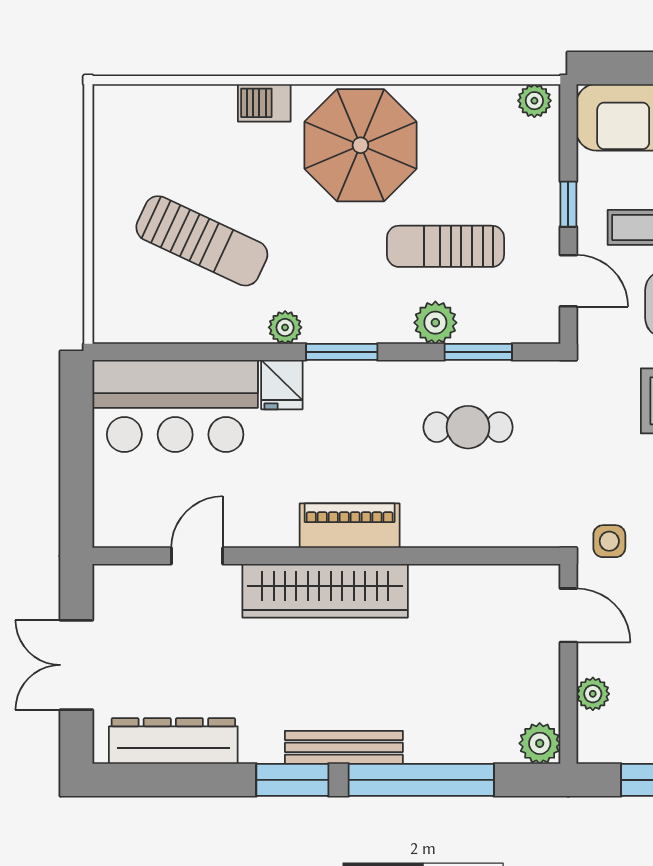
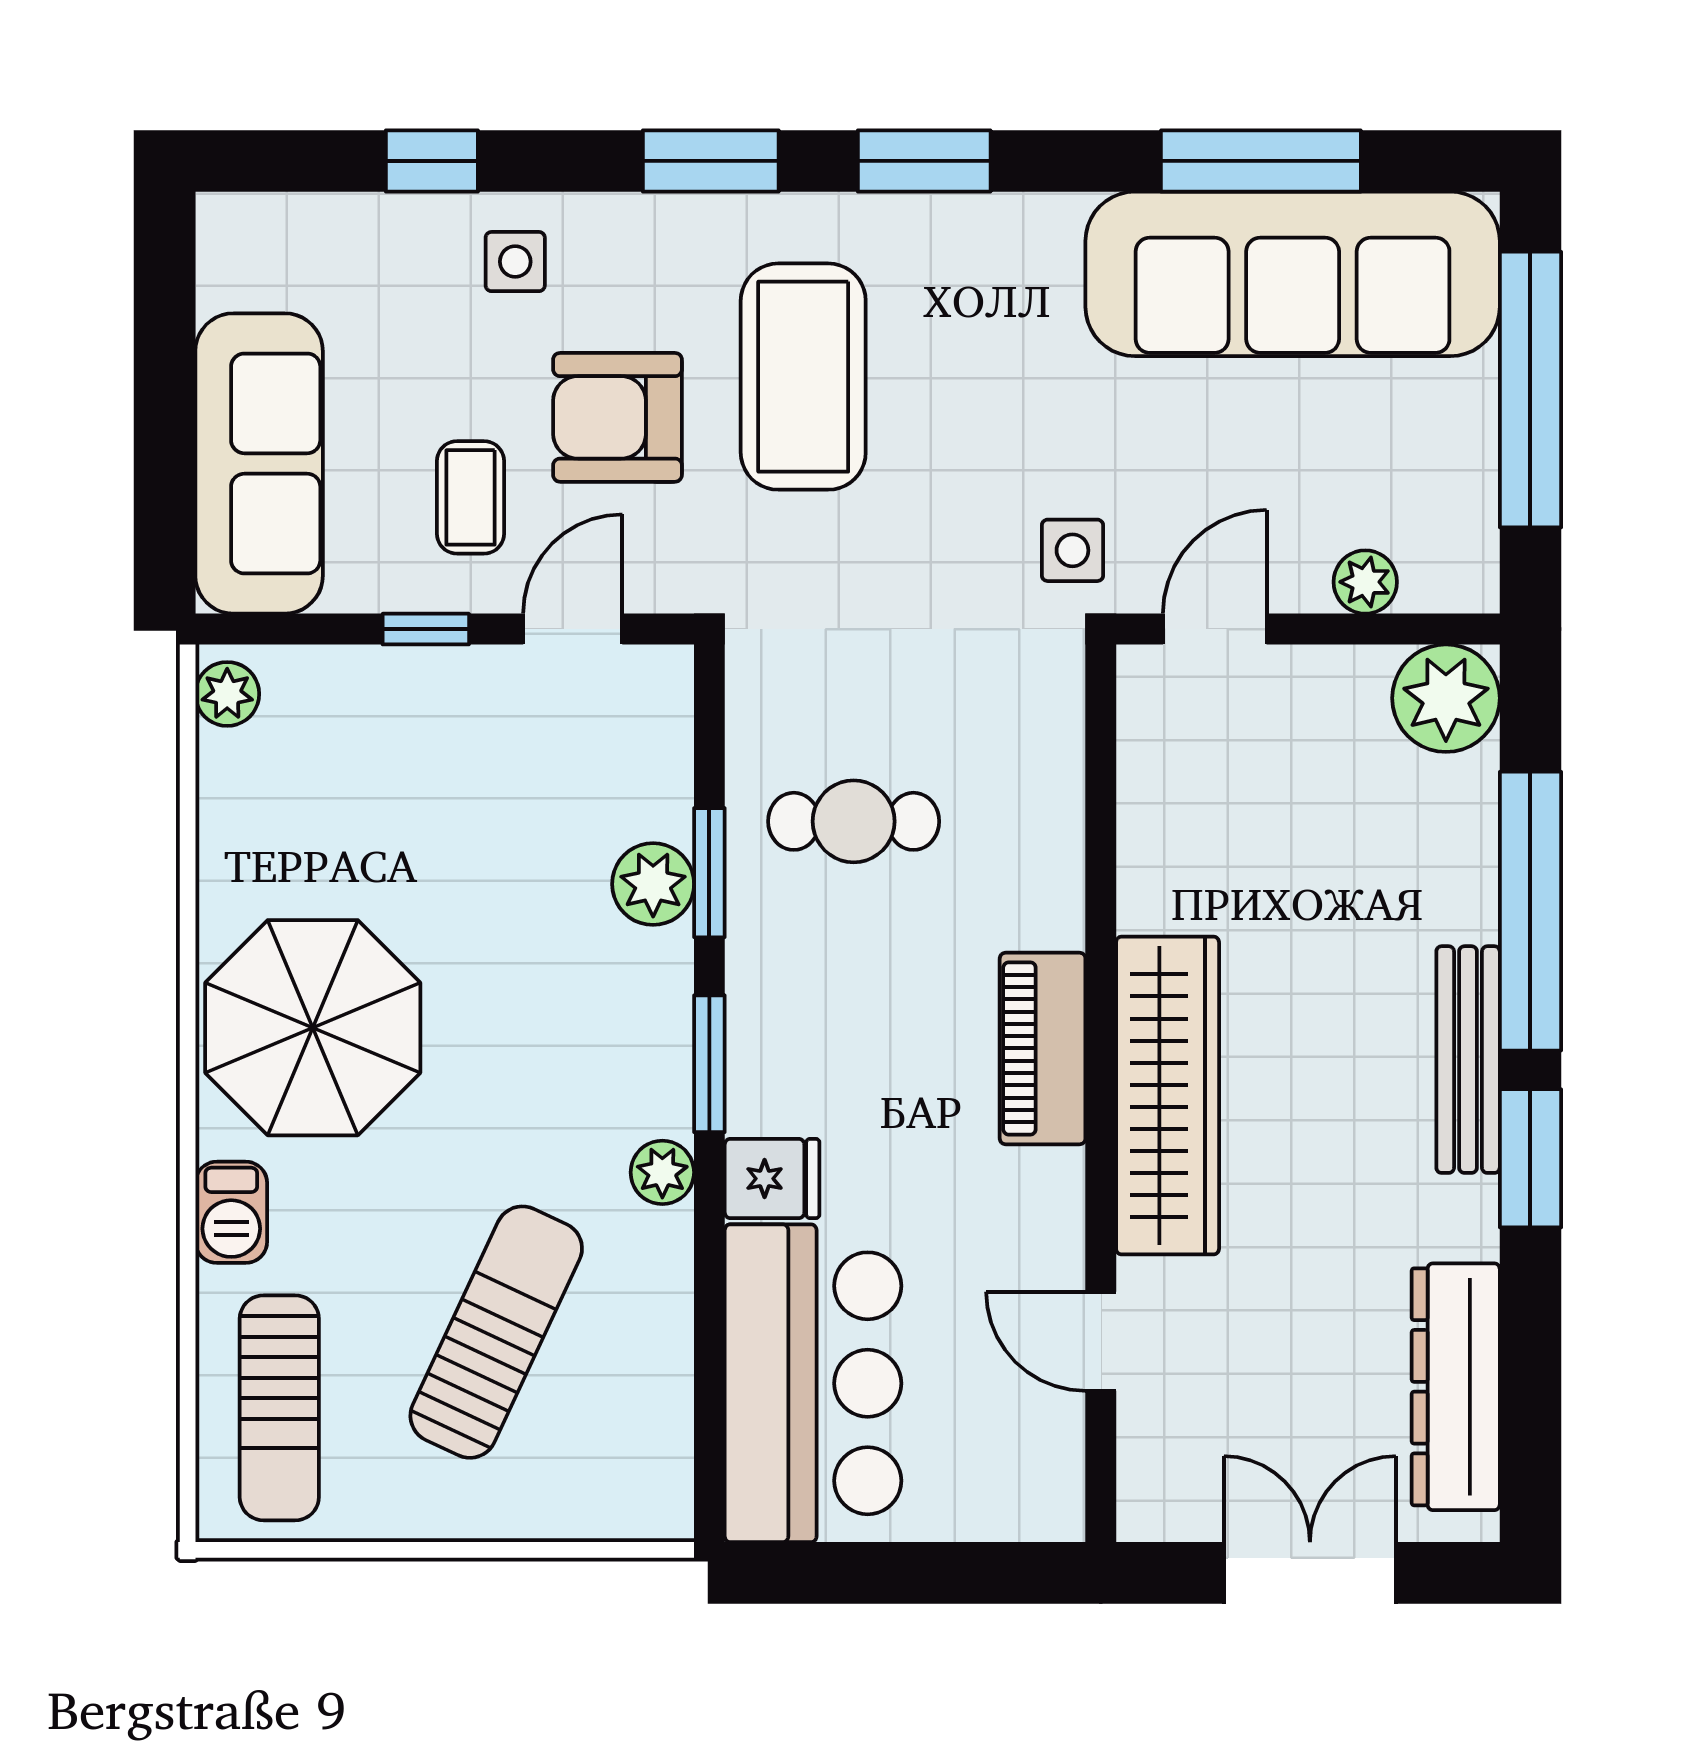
sun lounger: (445, 246) -> (279, 1408), moved
window: (478, 352) -> (709, 873), moved
cafe table: (468, 427) -> (854, 821), turned 90
double door: (76, 665) -> (1310, 1573), swing flipped
plant: (540, 743) -> (1446, 698), width x1.36, depth x1.36

